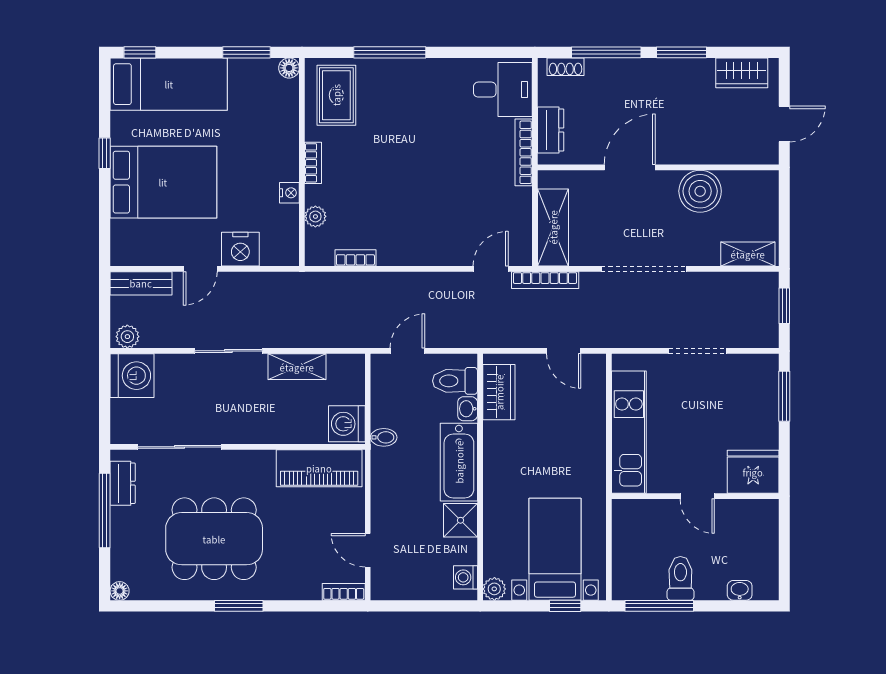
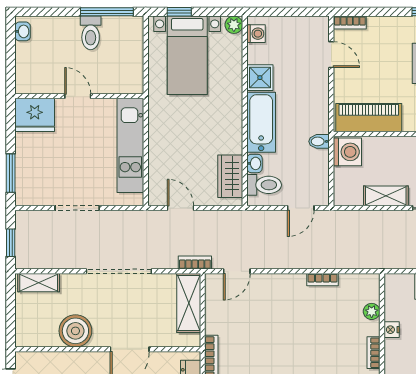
bookcase: (355, 258) -> (322, 280), moved
bookcase: (545, 280) -> (195, 262), width x0.64
washbasin: (740, 590) -> (23, 31), moved, turned -90

